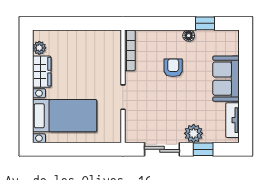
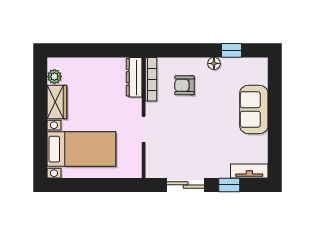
dresser: (114, 48) -> (134, 77), added
armchair: (173, 68) -> (185, 85), moved, turned -90
tv unit: (233, 120) -> (249, 171), moved, turned 90
plant: (194, 133) -> (219, 168), removed

